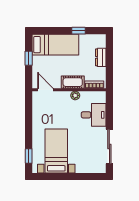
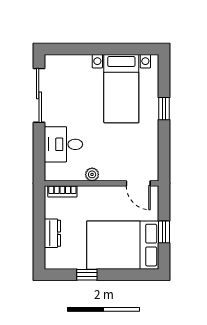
bed: (55, 45) -> (123, 245), width x1.50
cot: (73, 82) -> (96, 195), removed
window: (29, 156) -> (164, 109), moved

